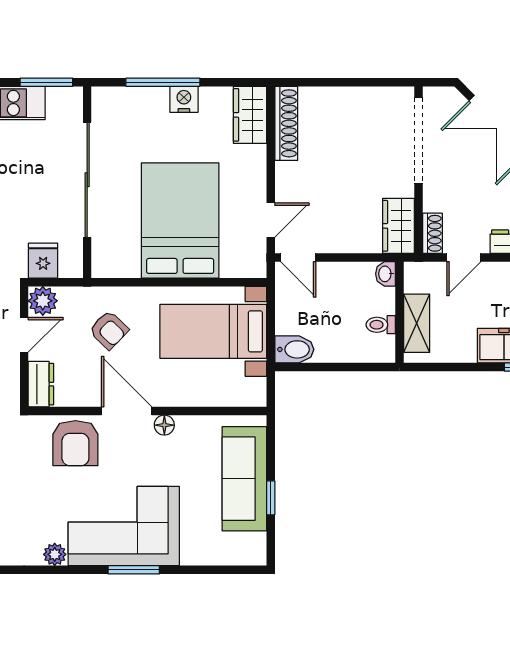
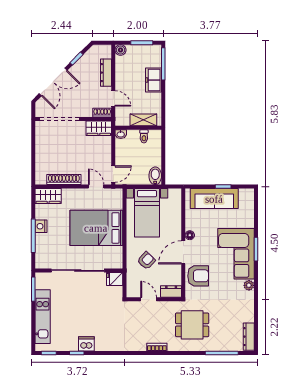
shoe rack: (286, 123) -> (64, 180), moved
fridge: (43, 261) -> (115, 279), moved
plant: (43, 301) -> (133, 291), removed

